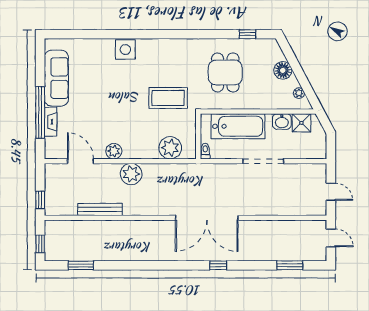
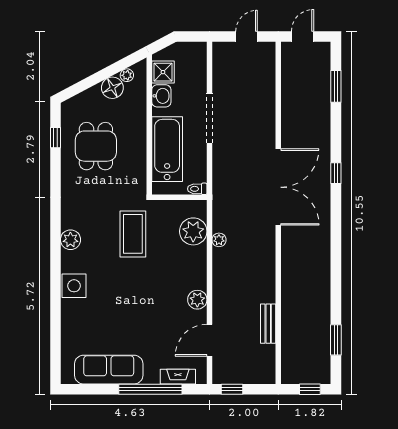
plant: (163, 47) -> (70, 240), added
floor lamp: (283, 70) -> (112, 88), moved
dining table: (225, 72) -> (96, 146), moved, turned 90
fireplace: (51, 122) -> (178, 377), moved
plant: (131, 174) -> (219, 240), moved, width x0.53, depth x0.53
window: (40, 200) -> (232, 389), moved
bench: (100, 210) -> (268, 324), width x0.73

